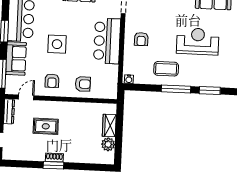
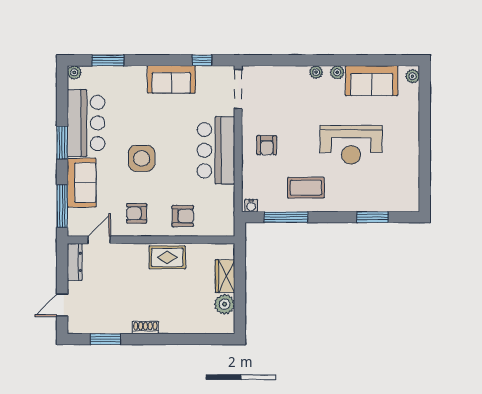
reception desk: (198, 41) -> (351, 145), turned 180
armchair: (52, 81) -> (137, 213), turned 90
window: (176, 89) -> (286, 217), moved
rug: (46, 126) -> (167, 257), moved
window: (53, 165) -> (106, 339), moved

